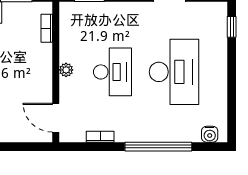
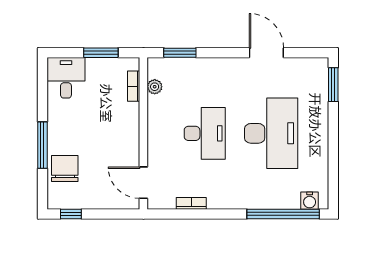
window: (232, 27) -> (333, 85), width x1.50
plant: (66, 70) -> (155, 87), moved
window: (158, 147) -> (283, 214), moved

